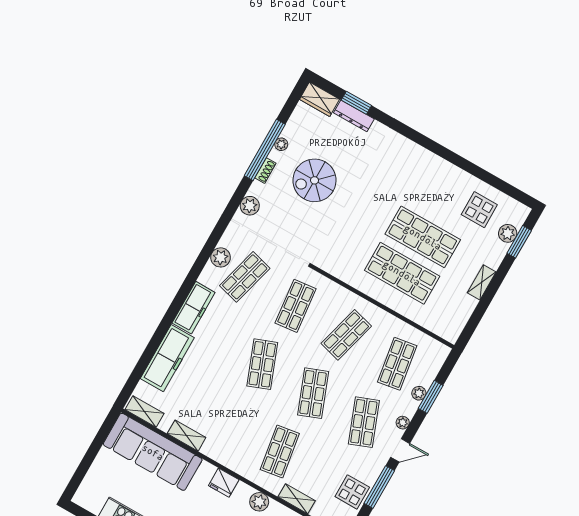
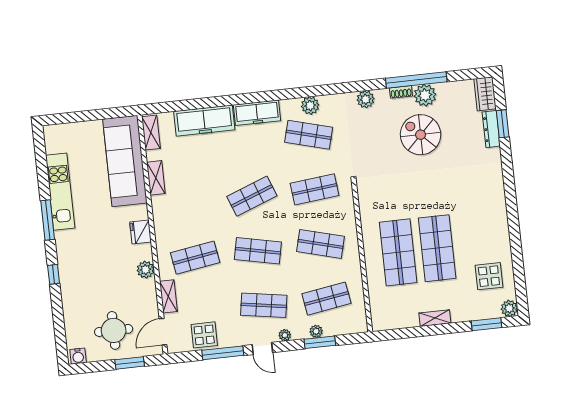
plant: (281, 144) -> (425, 95), width x1.88, depth x1.88
plant: (508, 233) -> (509, 308), moved
shop shelf: (313, 393) -> (258, 251), turned 33
shop shelf: (364, 422) -> (264, 305), turned 30

